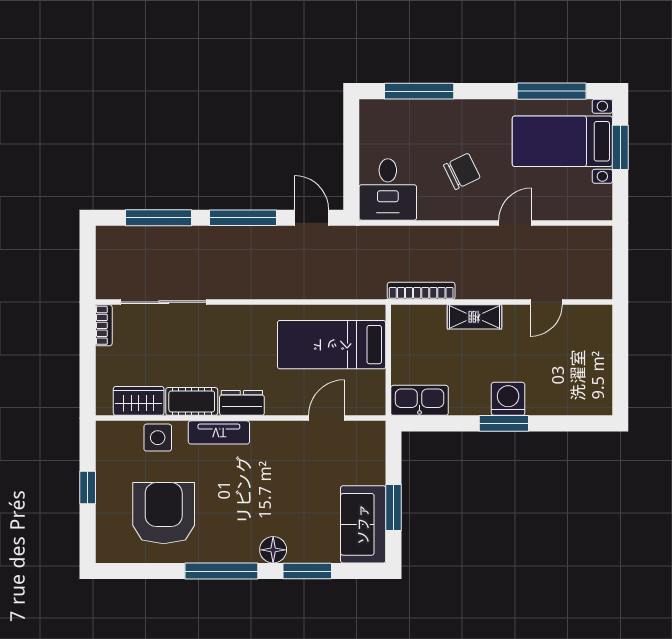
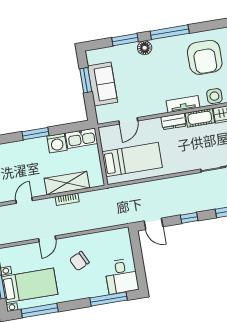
desk: (388, 189) -> (121, 276), moved, turned 180
window: (243, 218) -> (189, 218), width x0.46
bookcase: (421, 291) -> (67, 199), moved, width x0.64
shelving: (474, 317) -> (67, 183), width x1.50, depth x1.33
washing machine: (508, 399) -> (57, 143), moved
sofa: (363, 524) -> (103, 84), moved

